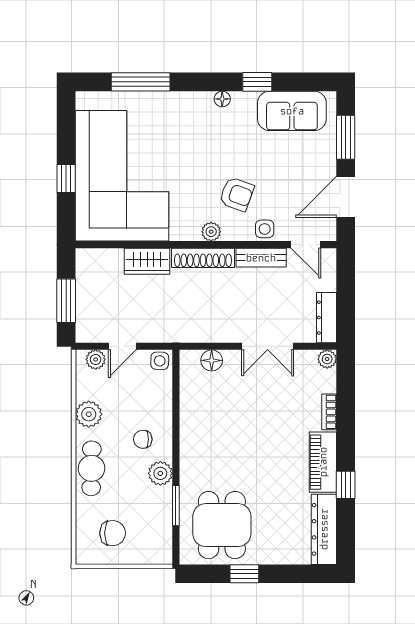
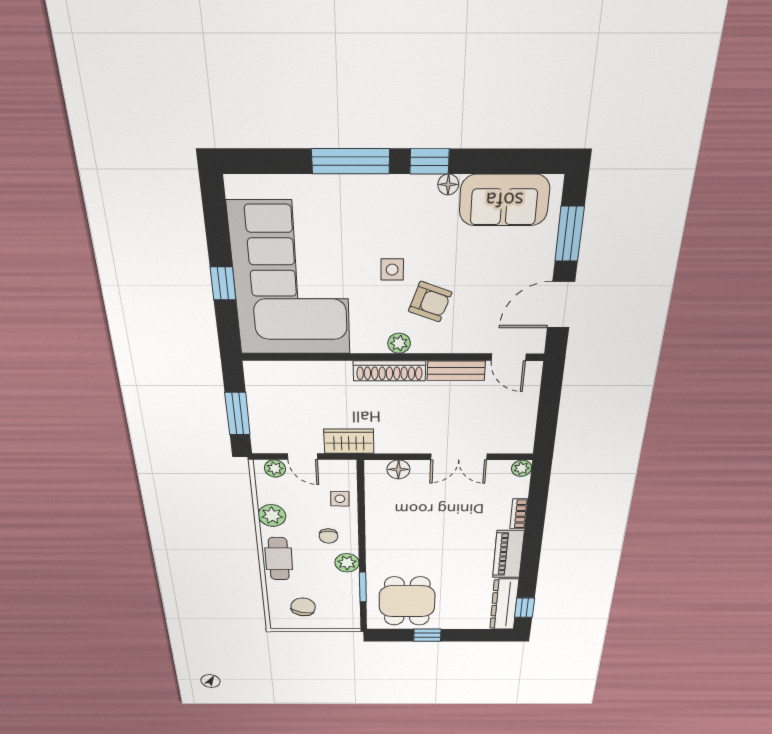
window: (141, 82) -> (351, 161), moved
window: (257, 82) -> (429, 161), moved
floor lamp: (222, 99) -> (448, 184), moved
side table: (265, 229) -> (392, 270), moved
wardrobe: (147, 261) -> (349, 441), moved, turned 180
dresser: (327, 318) -> (525, 430), removed
door: (122, 346) -> (302, 457), hinge flipped
side table: (160, 361) -> (340, 499), moved
chair: (143, 439) -> (328, 536), turned -90
window: (346, 485) -> (525, 608), moved
chair: (113, 533) -> (303, 607), turned -76

